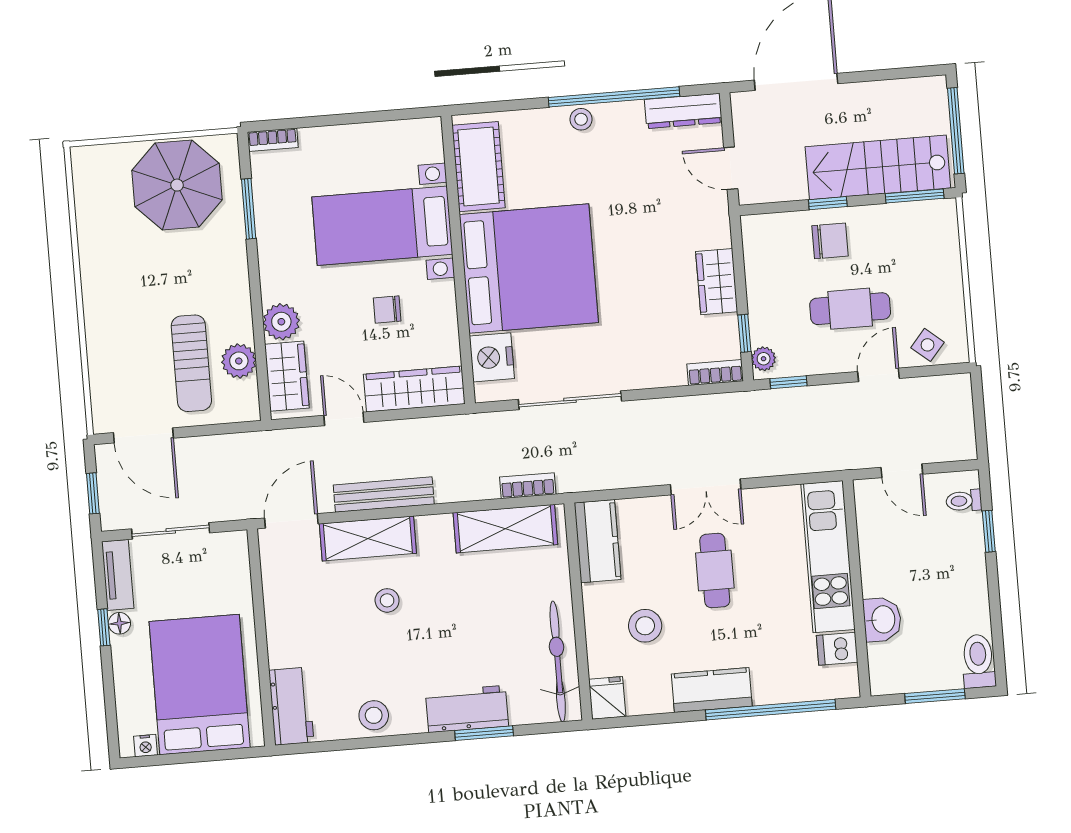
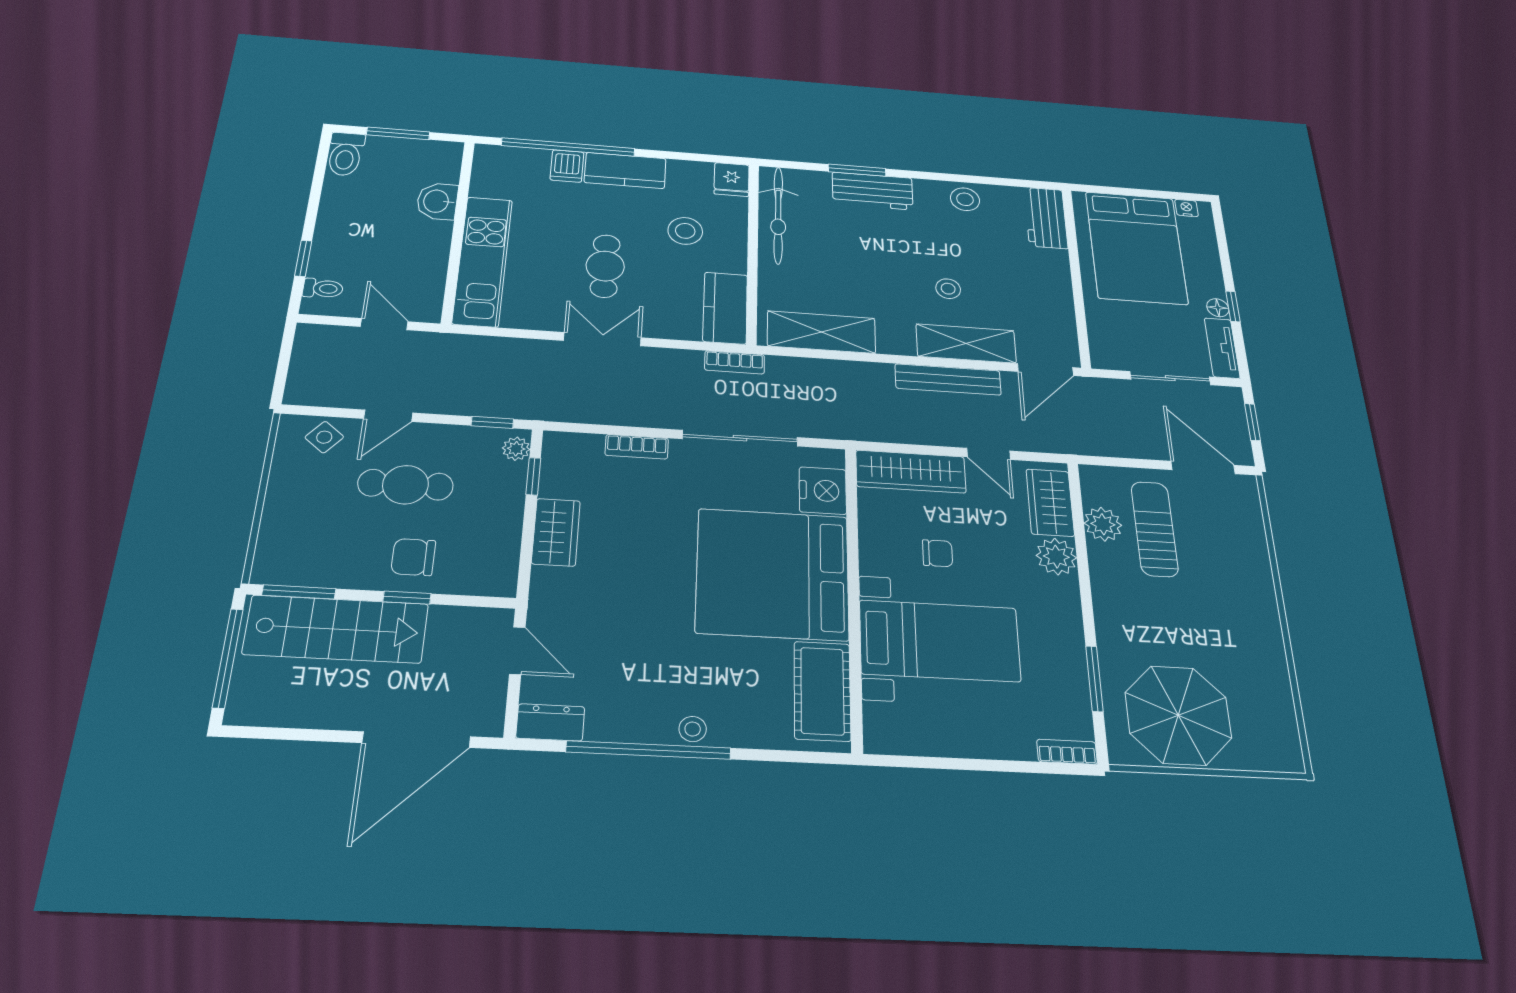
dresser: (683, 111) -> (550, 722), width x0.70
bookcase: (715, 372) -> (637, 447), moved
bookcase: (528, 486) -> (735, 362), moved
dishwasher: (837, 649) -> (567, 166), moved, turned 90

